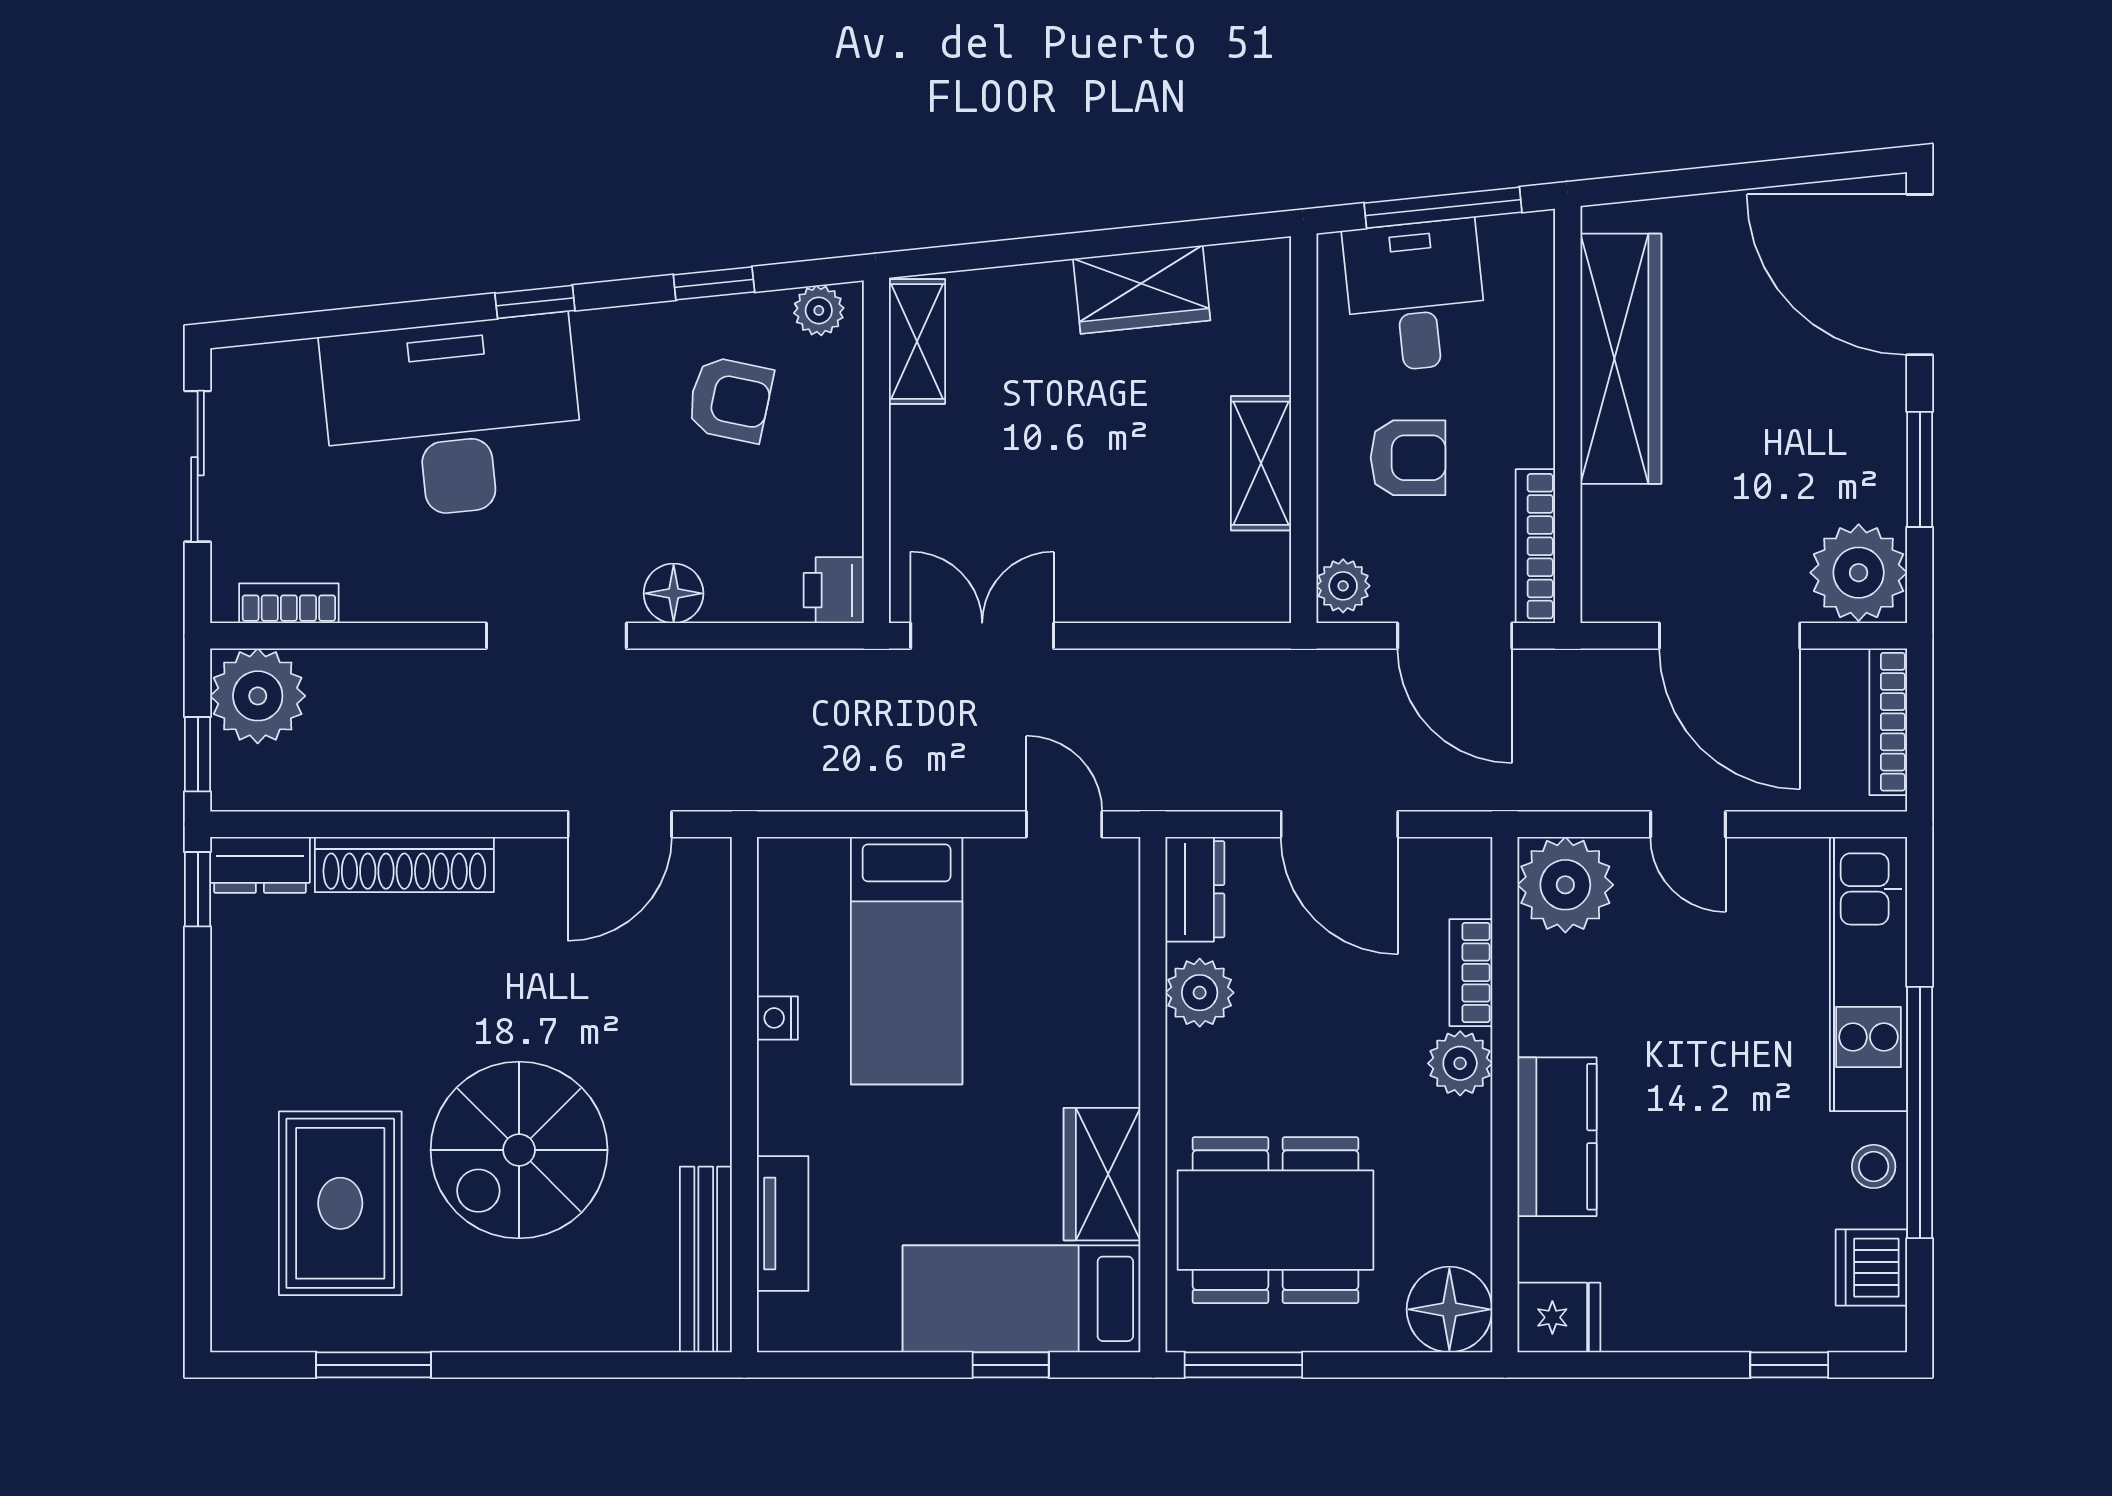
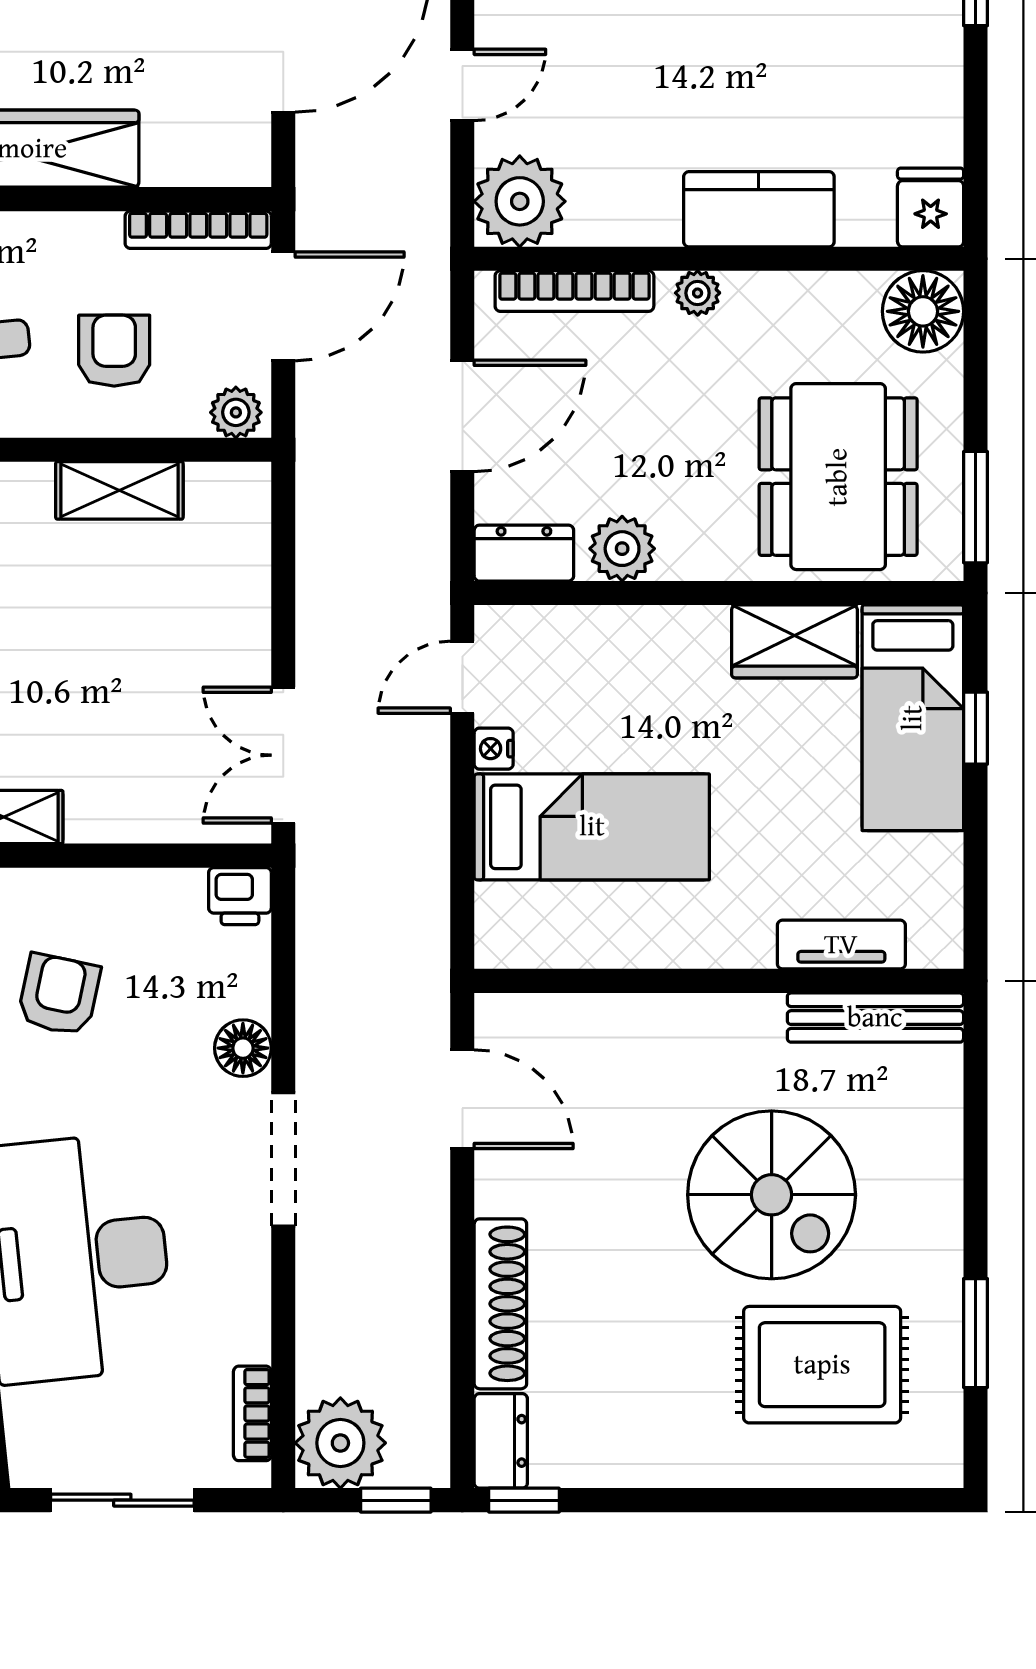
bookcase: (1471, 973) -> (574, 291), width x1.56
nightstand: (777, 1018) -> (494, 749), moved, turned 90
plant: (1460, 1063) -> (698, 293), width x0.73, depth x0.73

